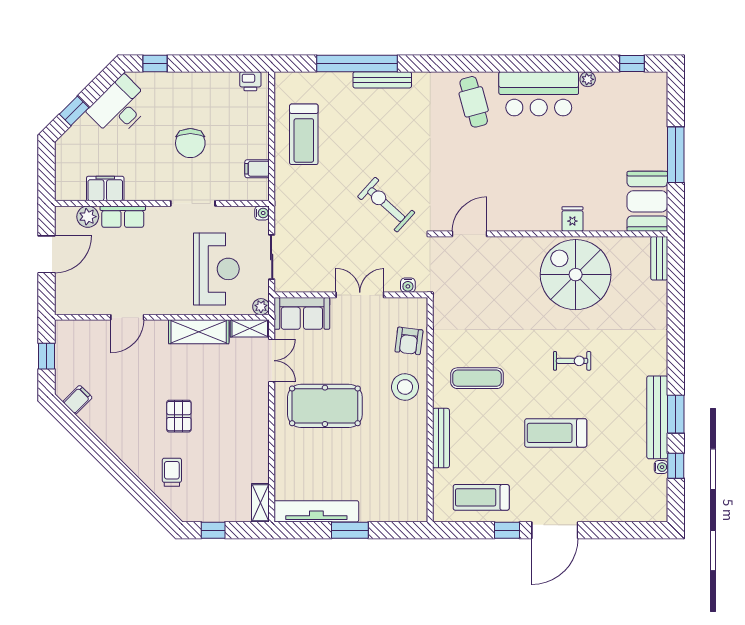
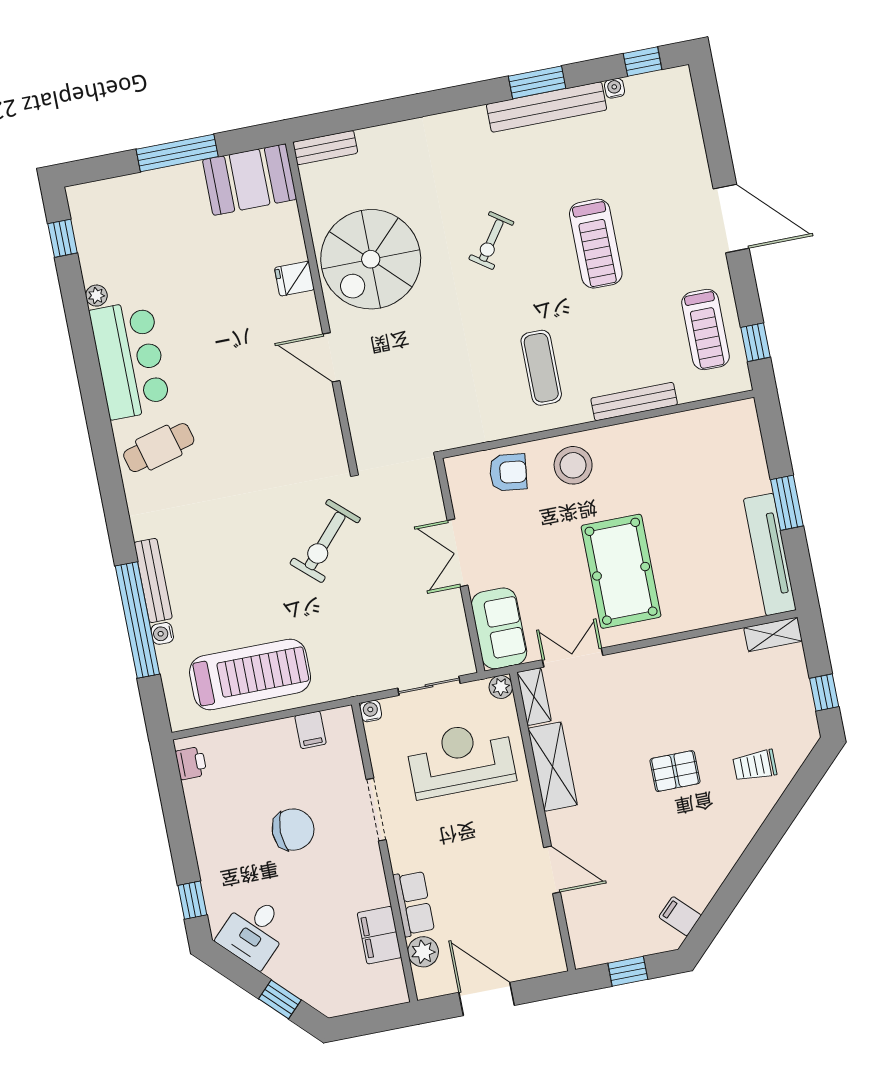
desk: (120, 107) -> (254, 932), width x0.73
treadmill: (304, 134) -> (250, 674), width x1.37, depth x1.38
door: (470, 234) -> (331, 357), moved
water cooler: (408, 285) -> (162, 633), moved, turned 180
exercise bike: (572, 361) -> (491, 241), turned -145
window: (676, 466) -> (643, 62), moved
window: (507, 530) -> (755, 342), moved

